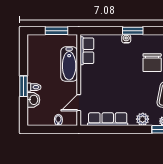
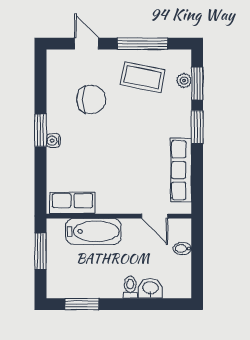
window: (23, 86) -> (82, 304), moved
plant: (143, 119) -> (181, 115), removed
window: (135, 129) -> (197, 127), added

